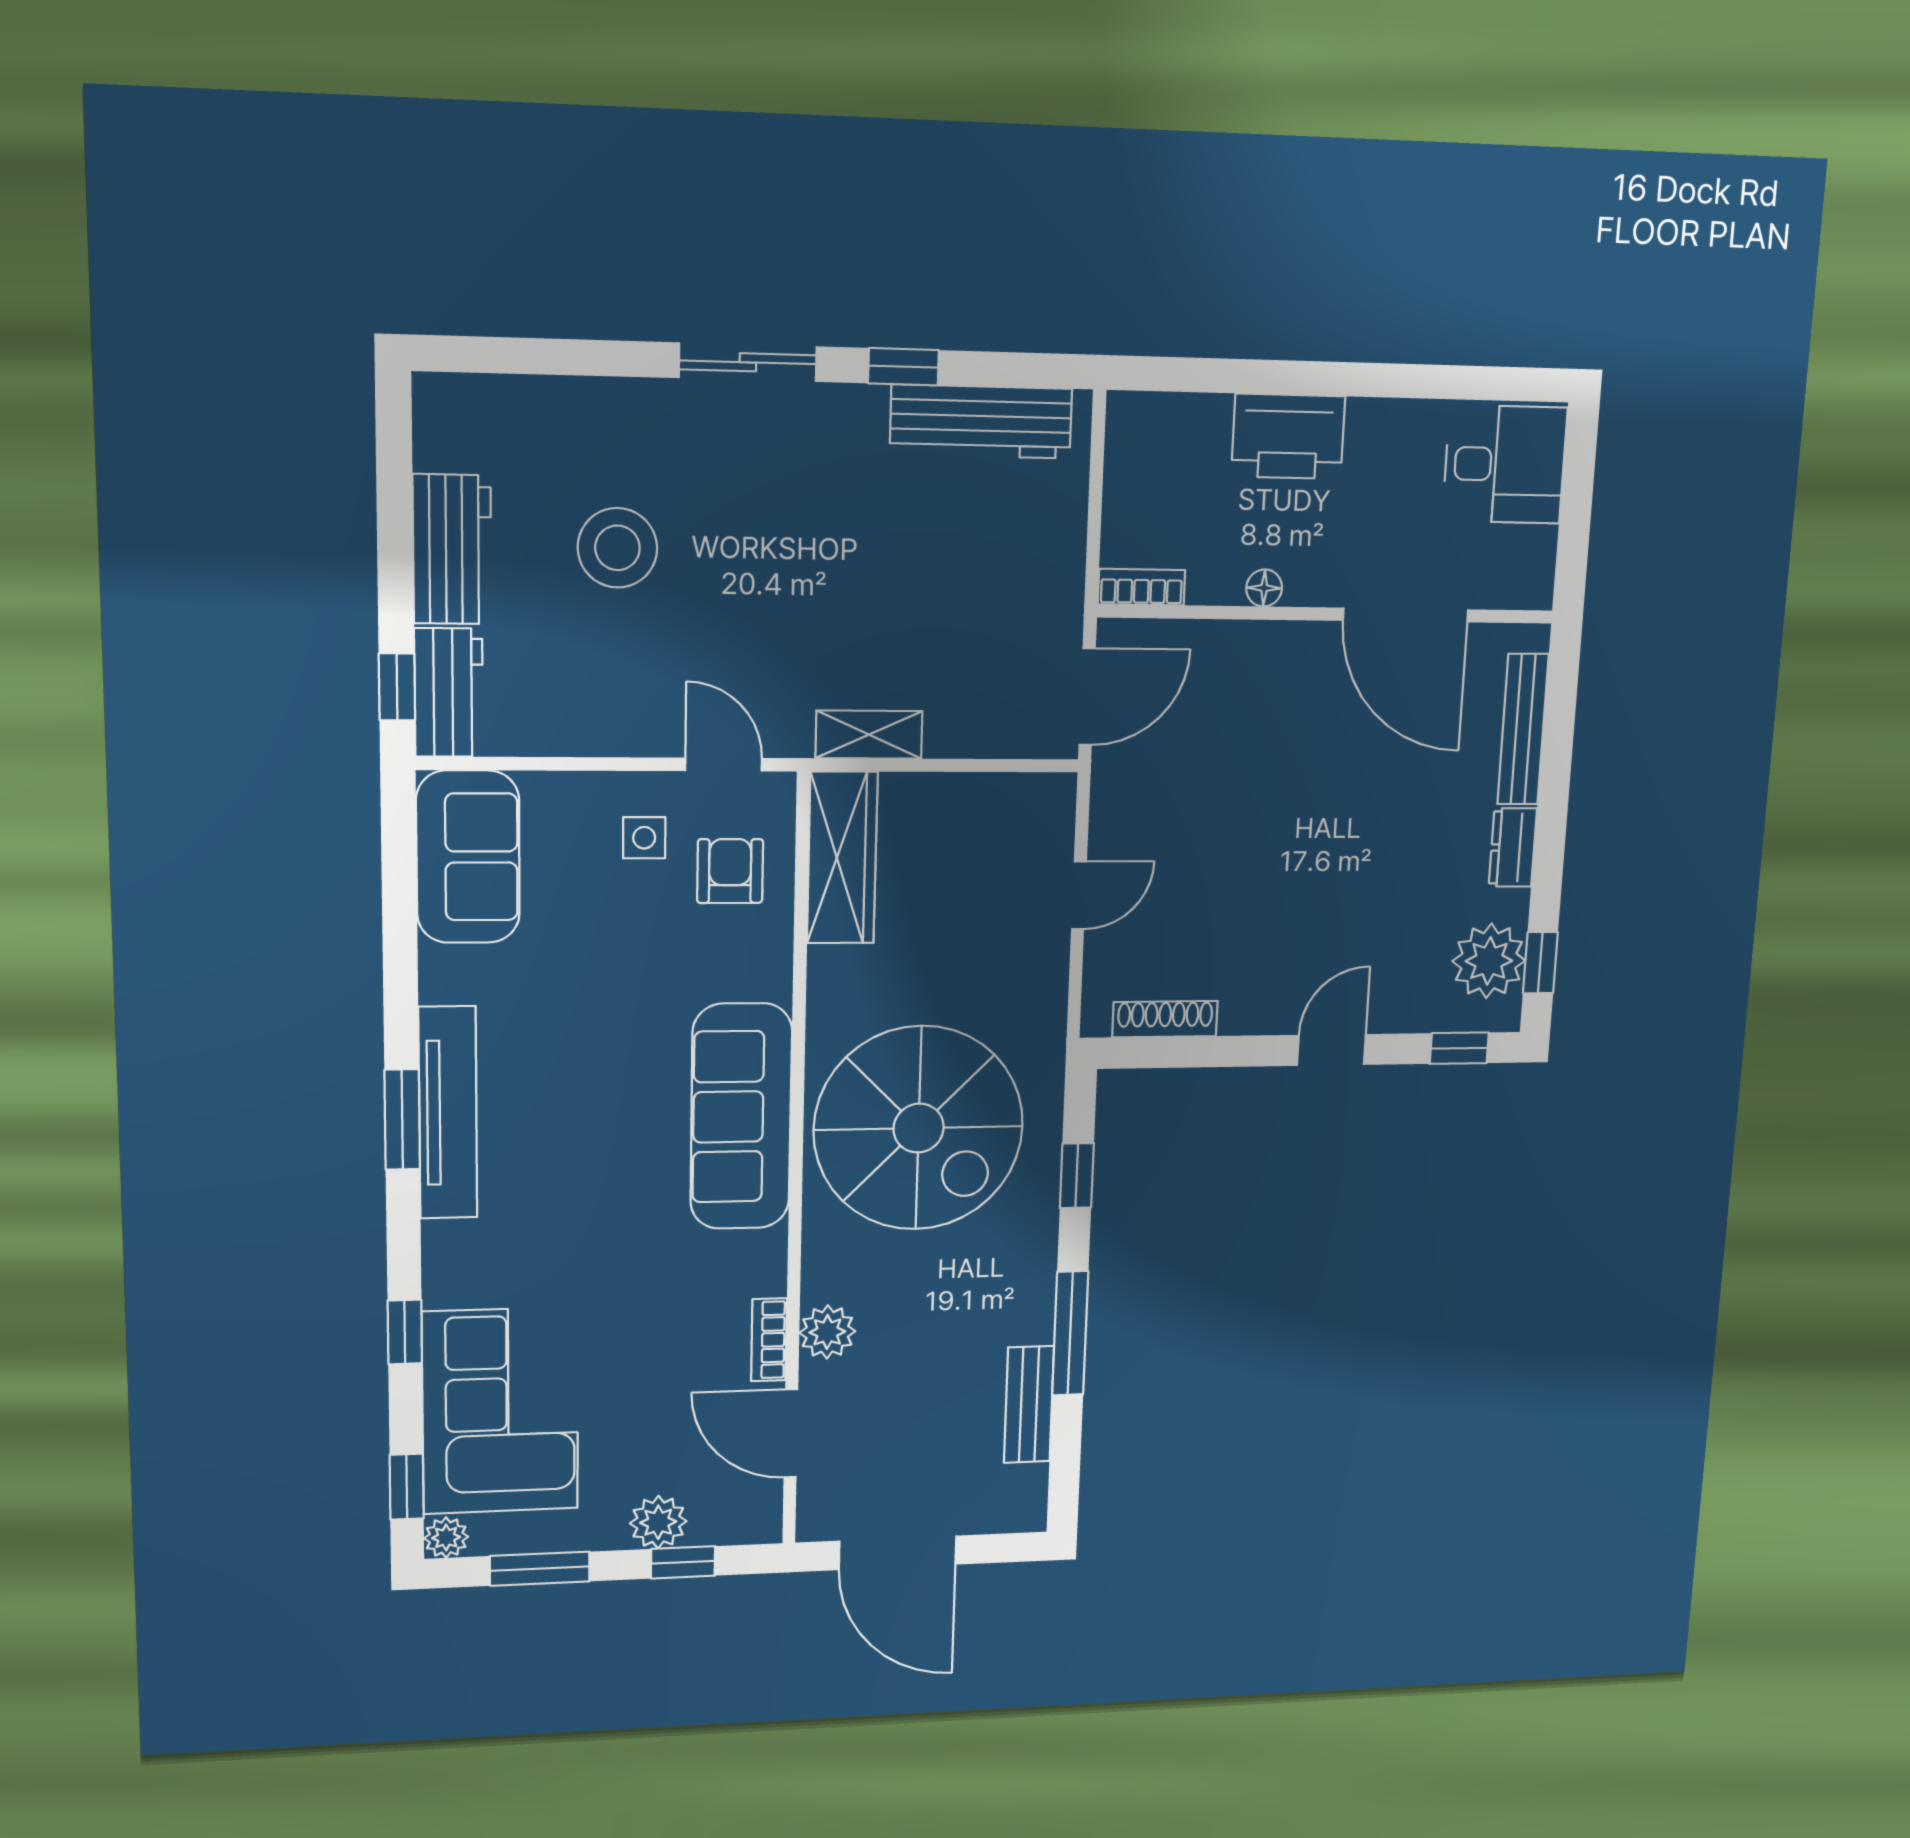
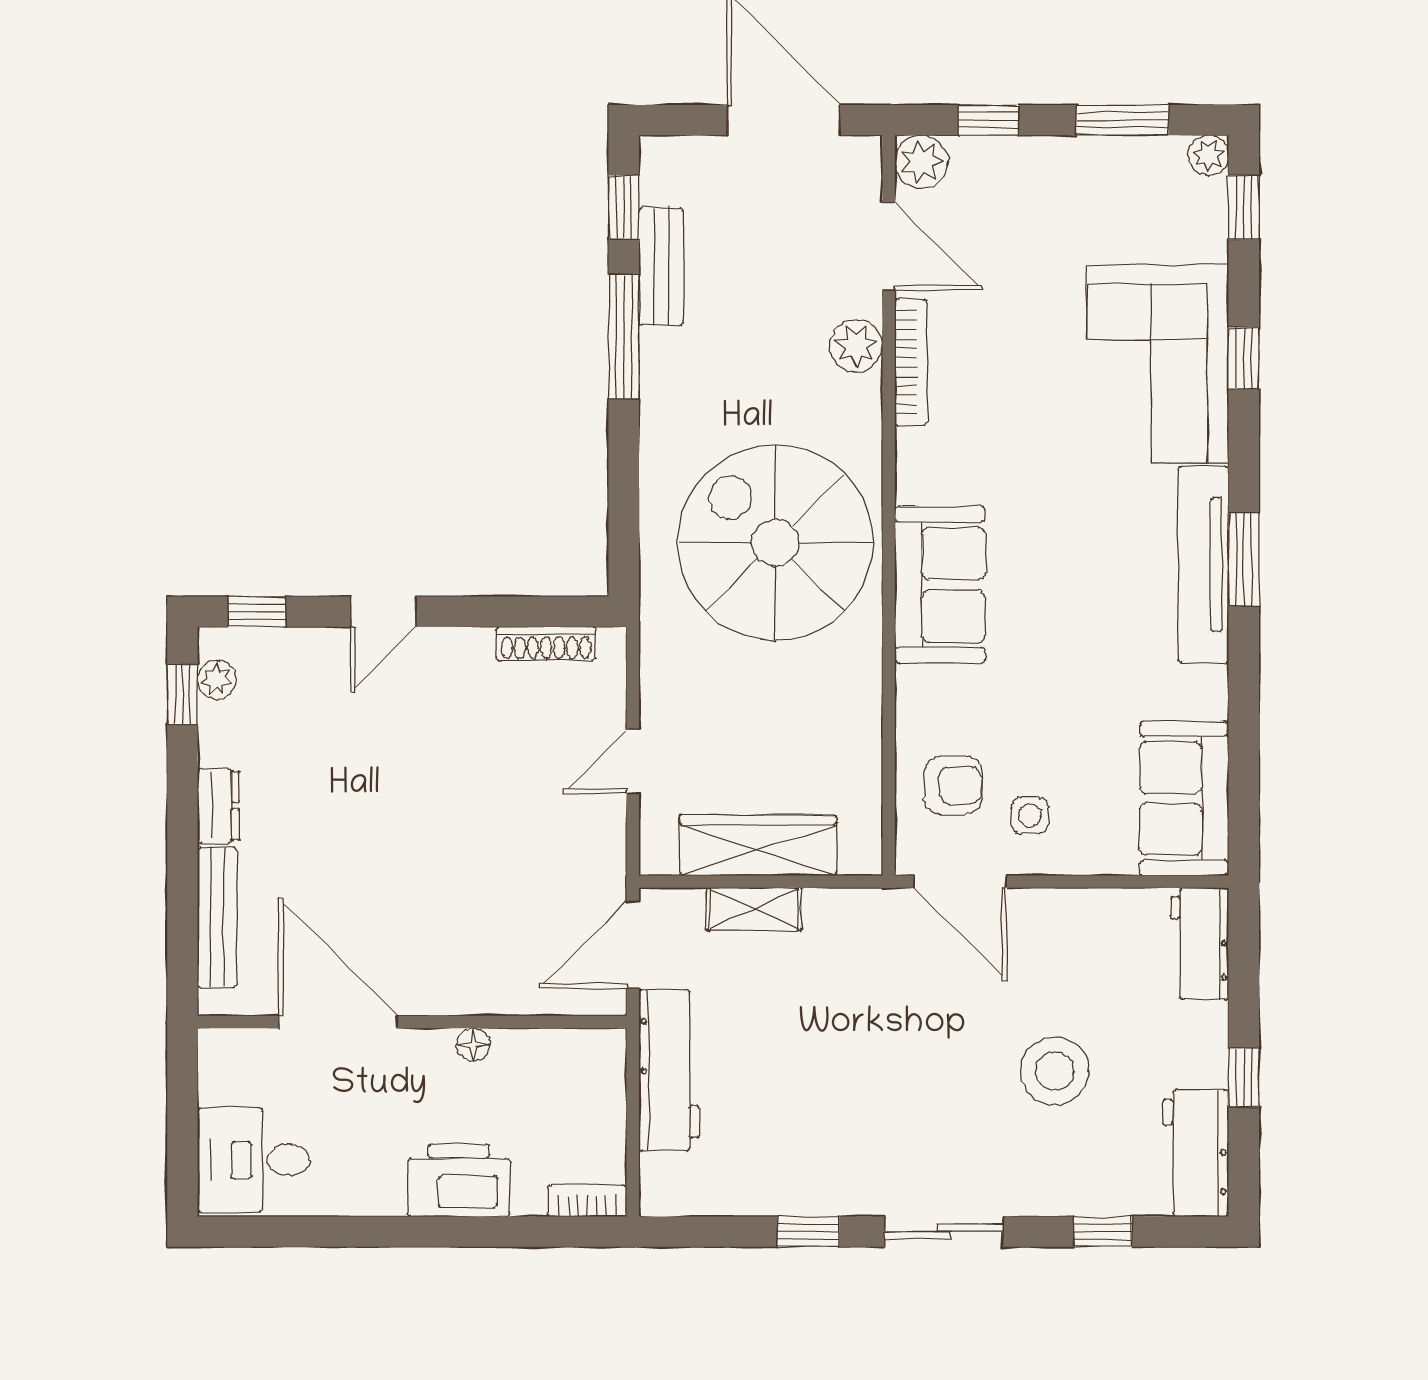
window: (561, 357) -> (1103, 1232), added
workbench: (981, 422) -> (669, 1070), moved, turned 90
workbench: (452, 549) -> (1196, 1153), moved
bookcase: (1141, 587) -> (587, 1201), moved, turned 180
window: (397, 687) -> (1244, 1078), moved
shelving: (869, 735) -> (754, 909), moved
door: (724, 764) -> (960, 882), width x1.38
wardrobe: (842, 858) -> (758, 845), moved, turned 90
armchair: (730, 871) -> (953, 785), turned -90
plant: (1489, 961) -> (217, 680), width x0.53, depth x0.53
sofa: (741, 1117) -> (940, 585), width x0.73
window: (1077, 1176) -> (624, 207), moved
bookcase: (769, 1340) -> (911, 363), width x1.56
corner sofa: (500, 1411) -> (1158, 363), moved
plant: (658, 1522) -> (921, 162), moved

